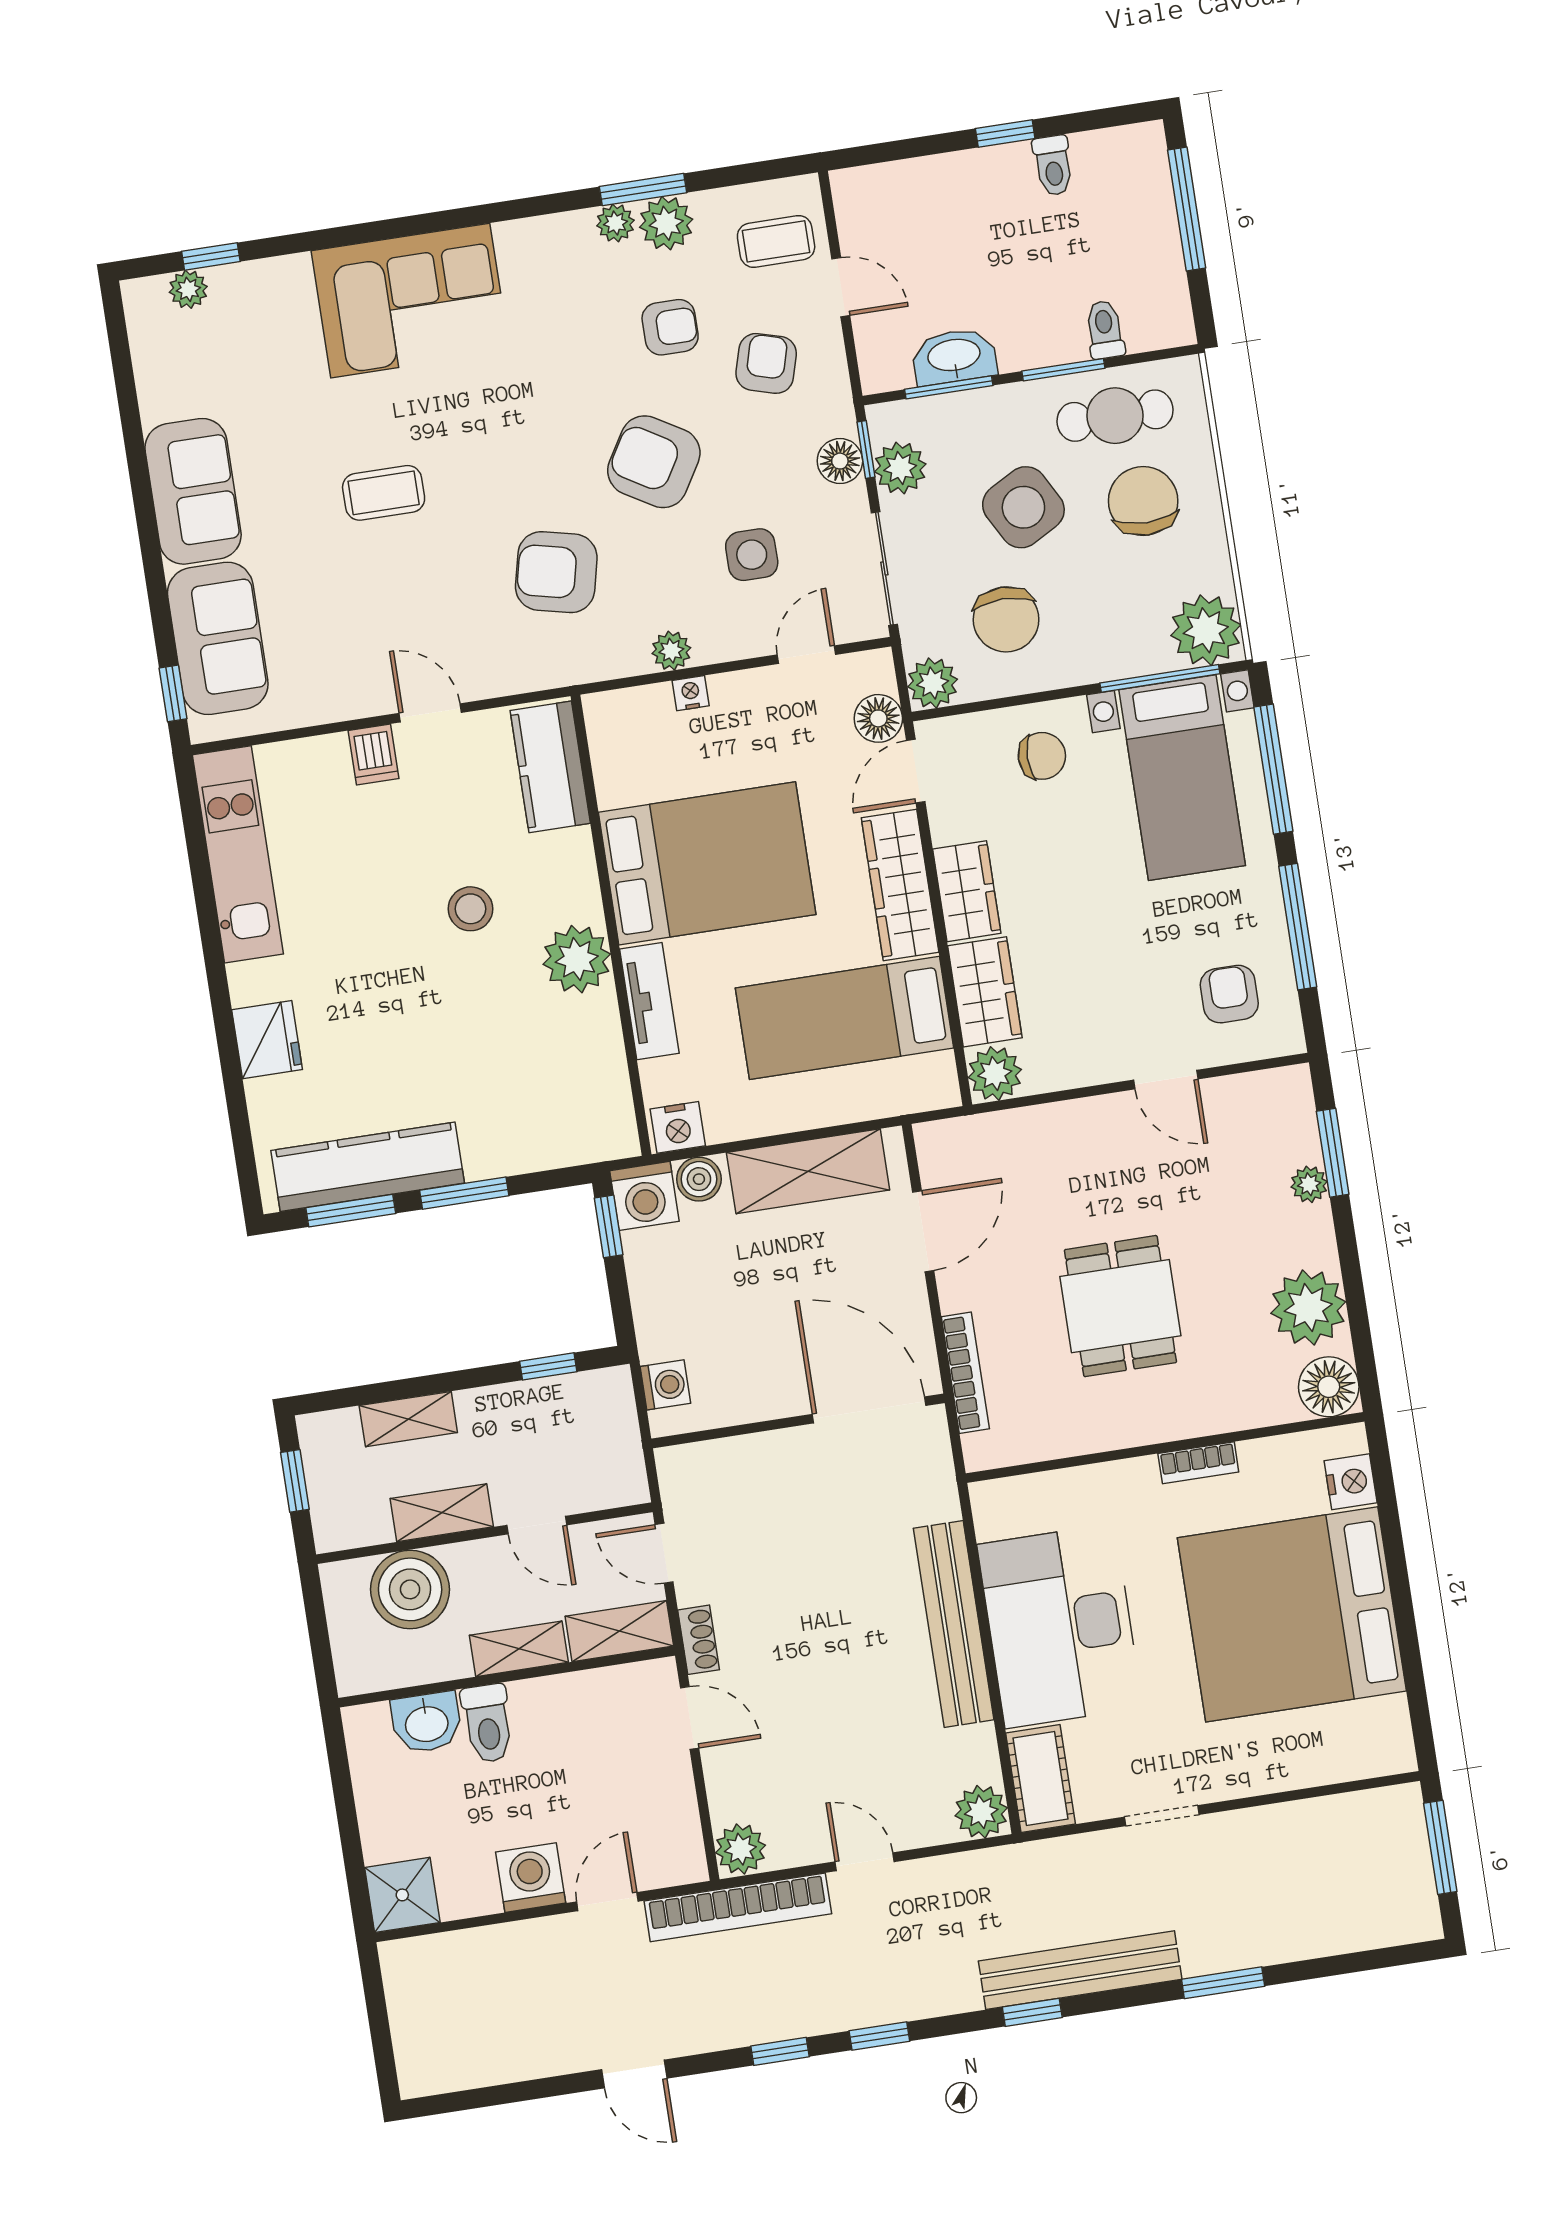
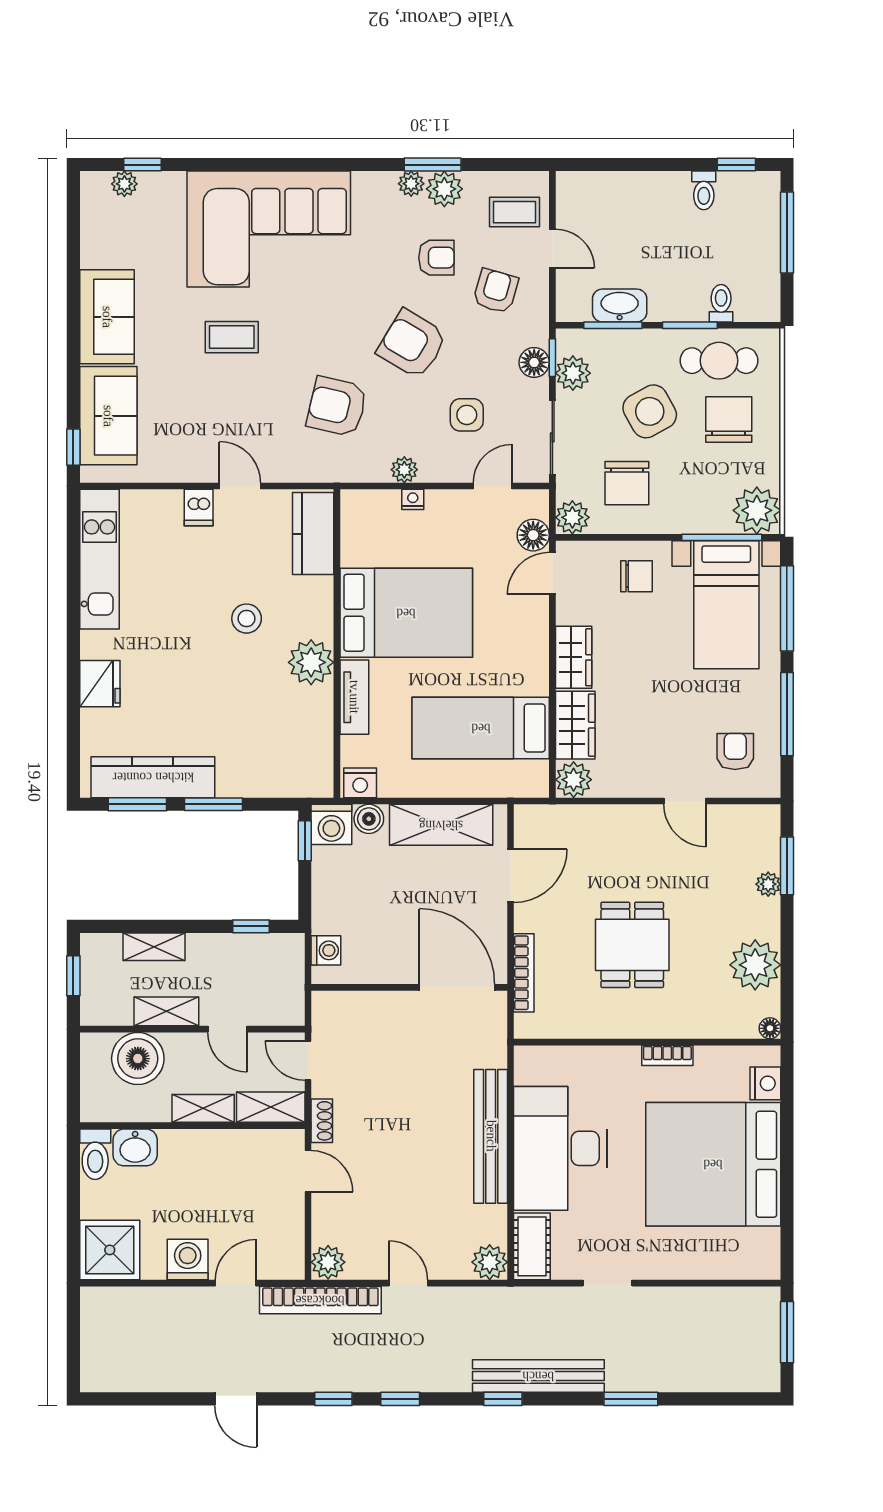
window: (1005, 134) -> (736, 165), moved
corner sofa: (410, 301) -> (269, 229), width x1.36, depth x1.36
wardrobe: (900, 885) -> (531, 647), removed
floor lamp: (1329, 1387) -> (770, 1028), width x0.53, depth x0.53
toilet: (488, 1723) -> (95, 1154), moved
shower: (402, 1895) -> (110, 1250), width x1.36, depth x1.36

